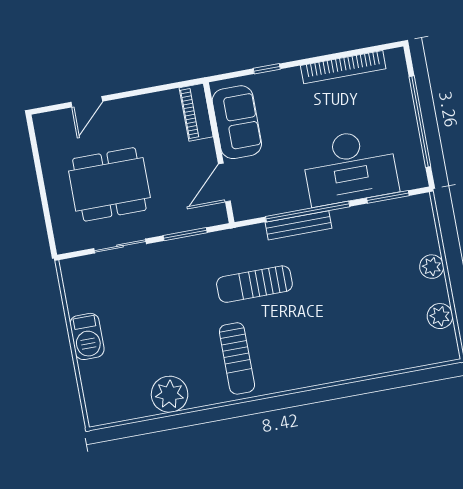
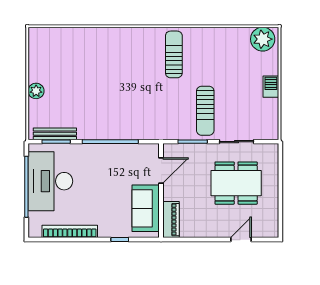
desk: (350, 167) -> (50, 181), moved, turned -90
bench: (299, 225) -> (55, 134), moved
sun lounger: (254, 284) -> (205, 111), moved, turned 90
plant: (440, 316) -> (37, 58), removed
barbecue: (87, 336) -> (271, 87), width x0.73, depth x0.79
plant: (170, 394) -> (263, 39), moved

